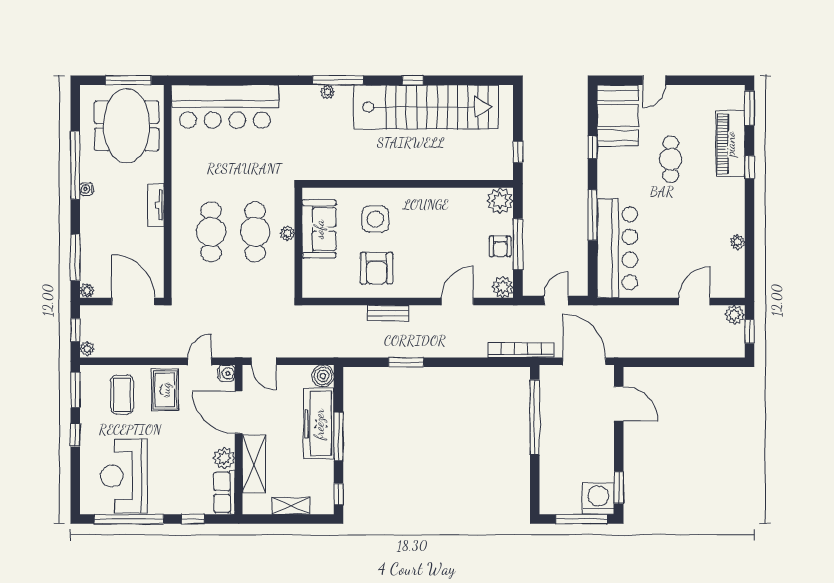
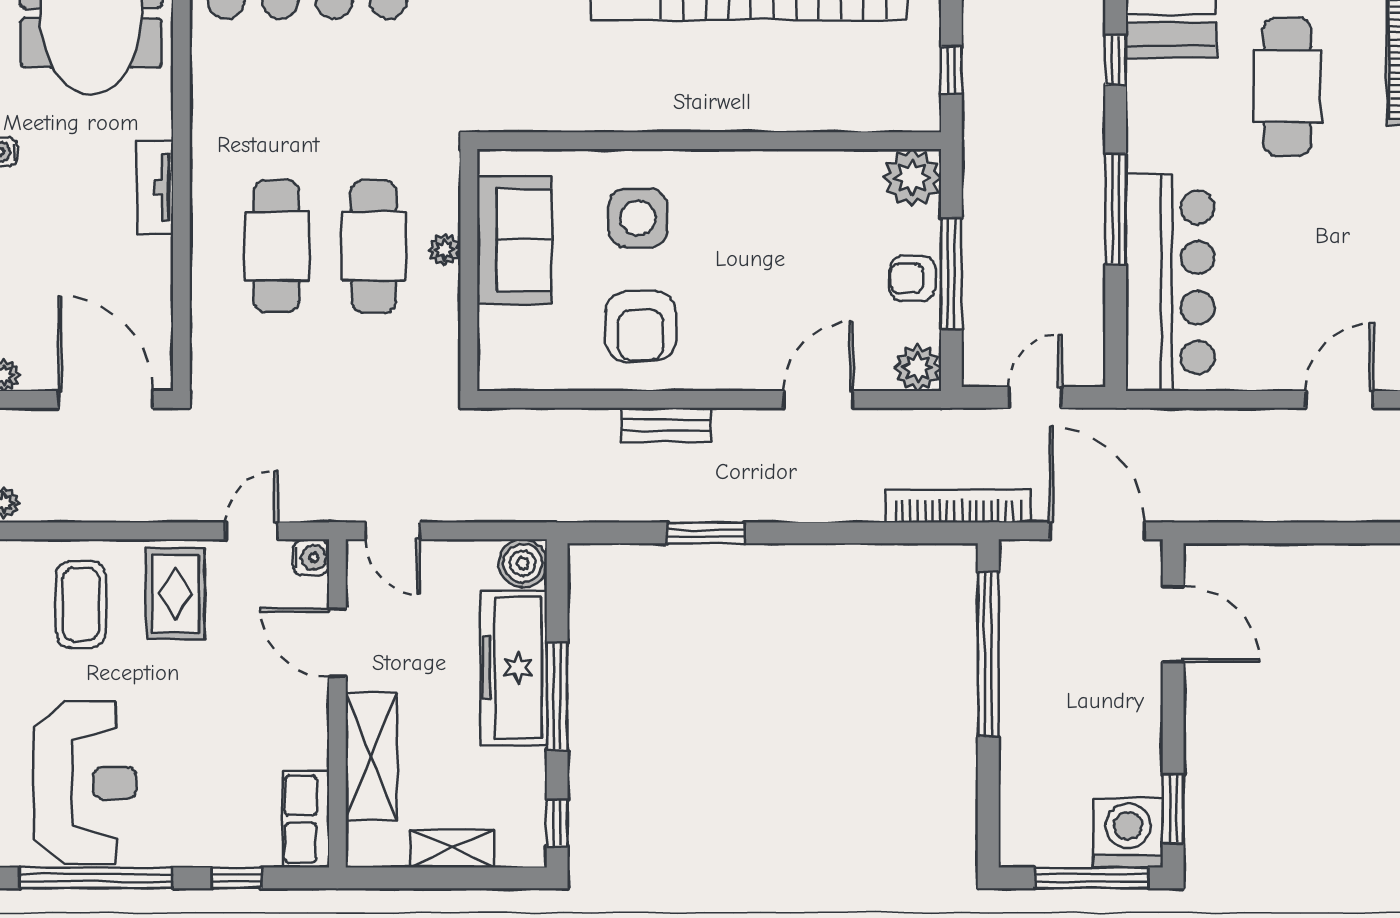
cafe table: (671, 159) -> (1287, 86), width x1.37, depth x1.35
armchair: (500, 246) -> (912, 278), turned 90
door: (239, 412) -> (337, 643), width x0.73
plant: (224, 458) -> (305, 744), removed
reception desk: (124, 476) -> (85, 783), turned 180

